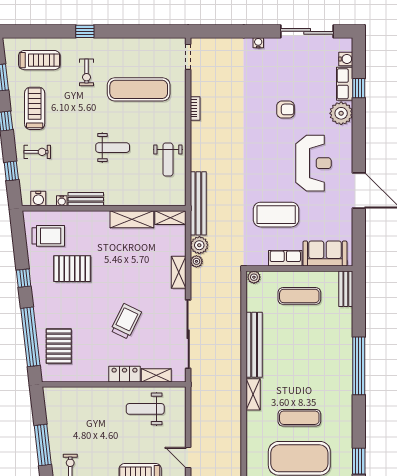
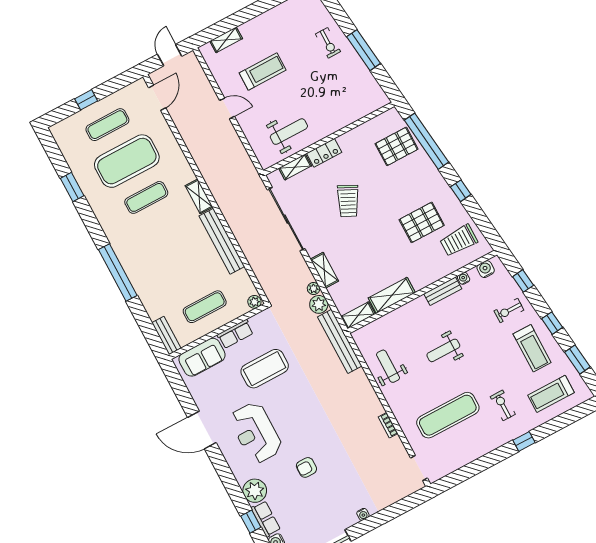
pallet: (59, 346) -> (397, 146), turned 90

